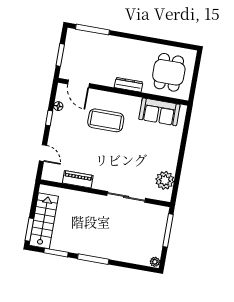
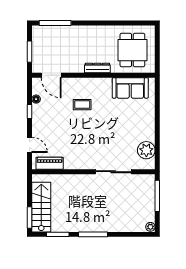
coffee table: (106, 120) -> (82, 105), width x0.54, depth x0.58
piano: (78, 179) -> (50, 163), moved

